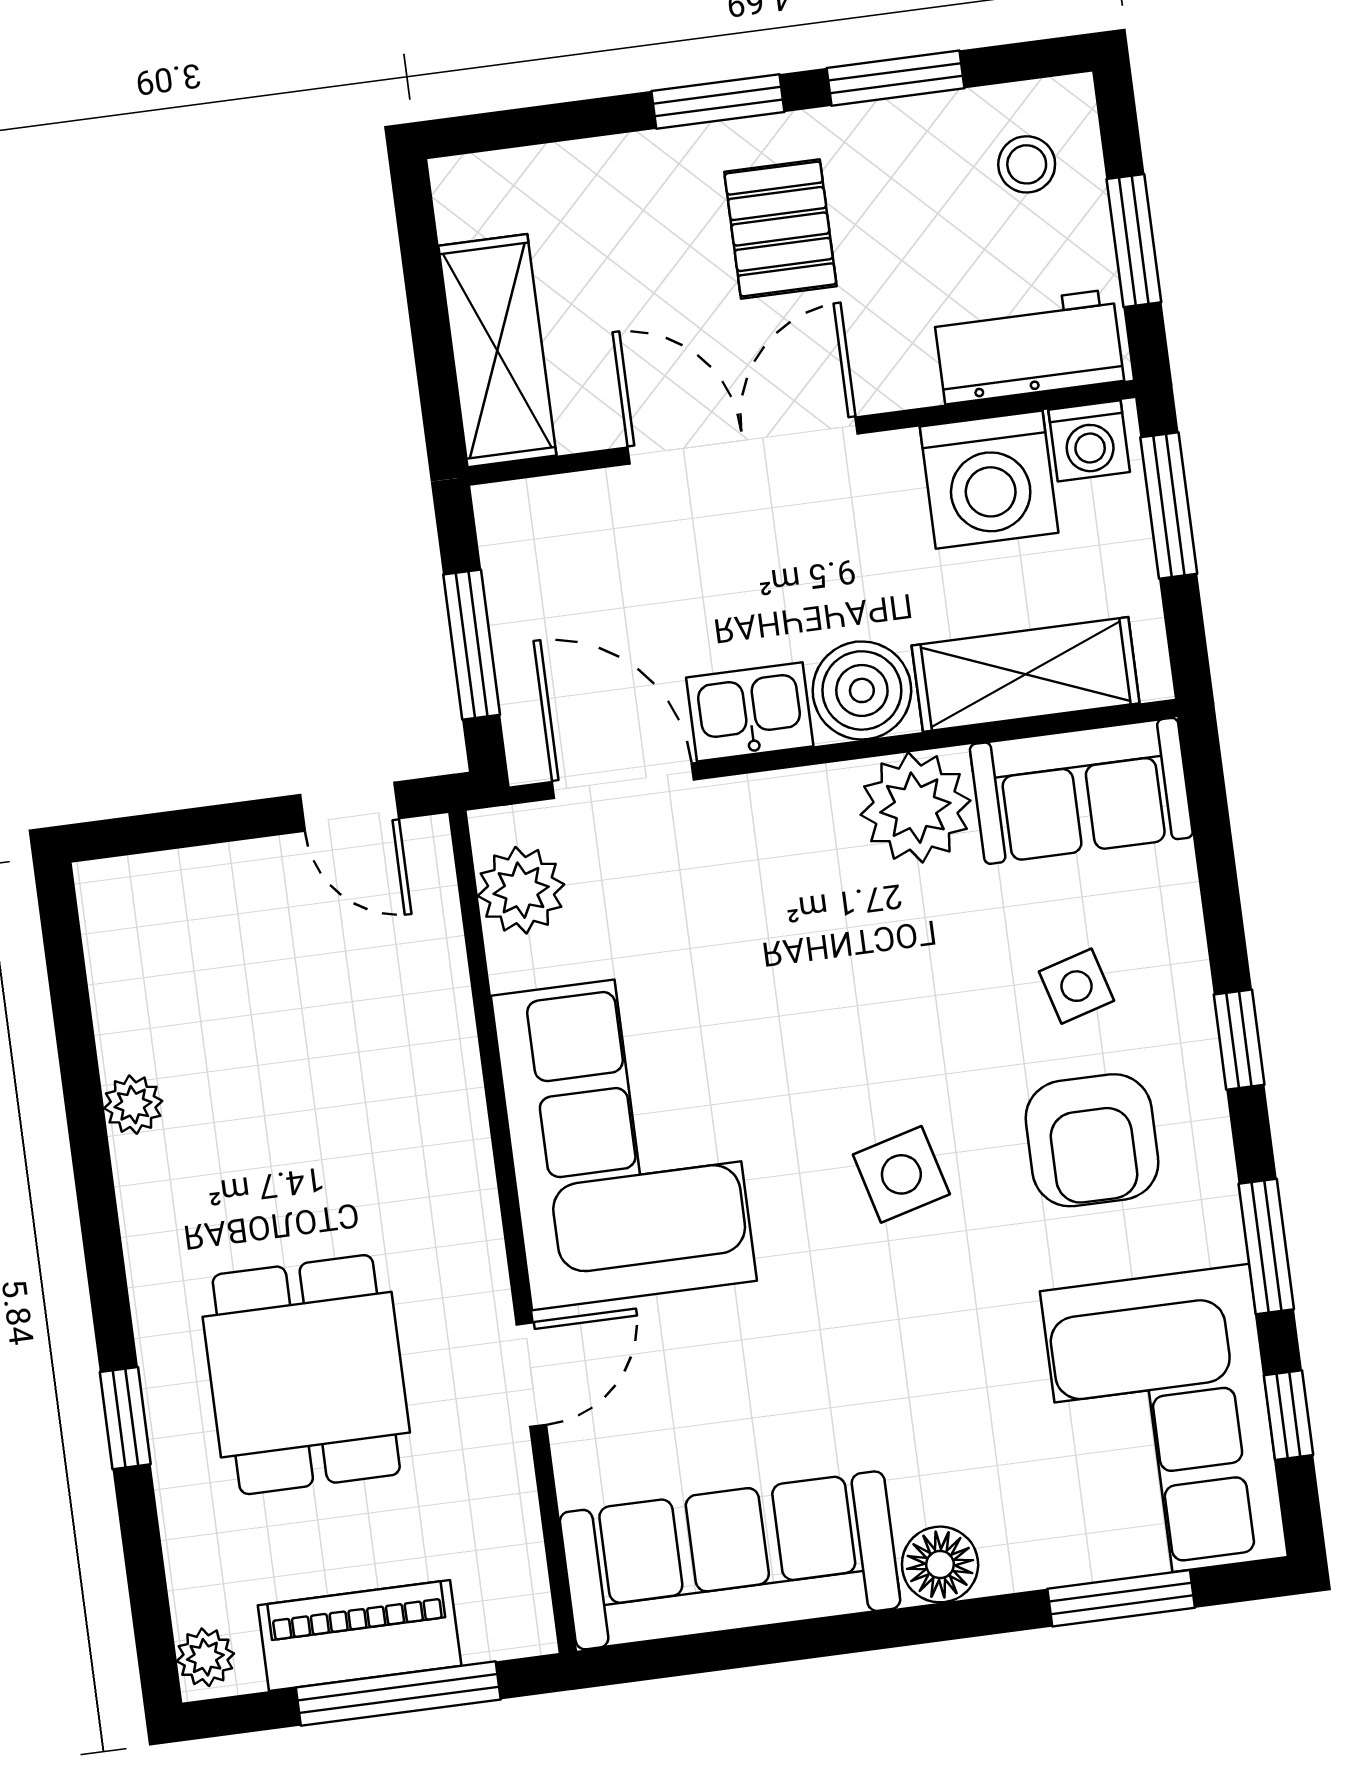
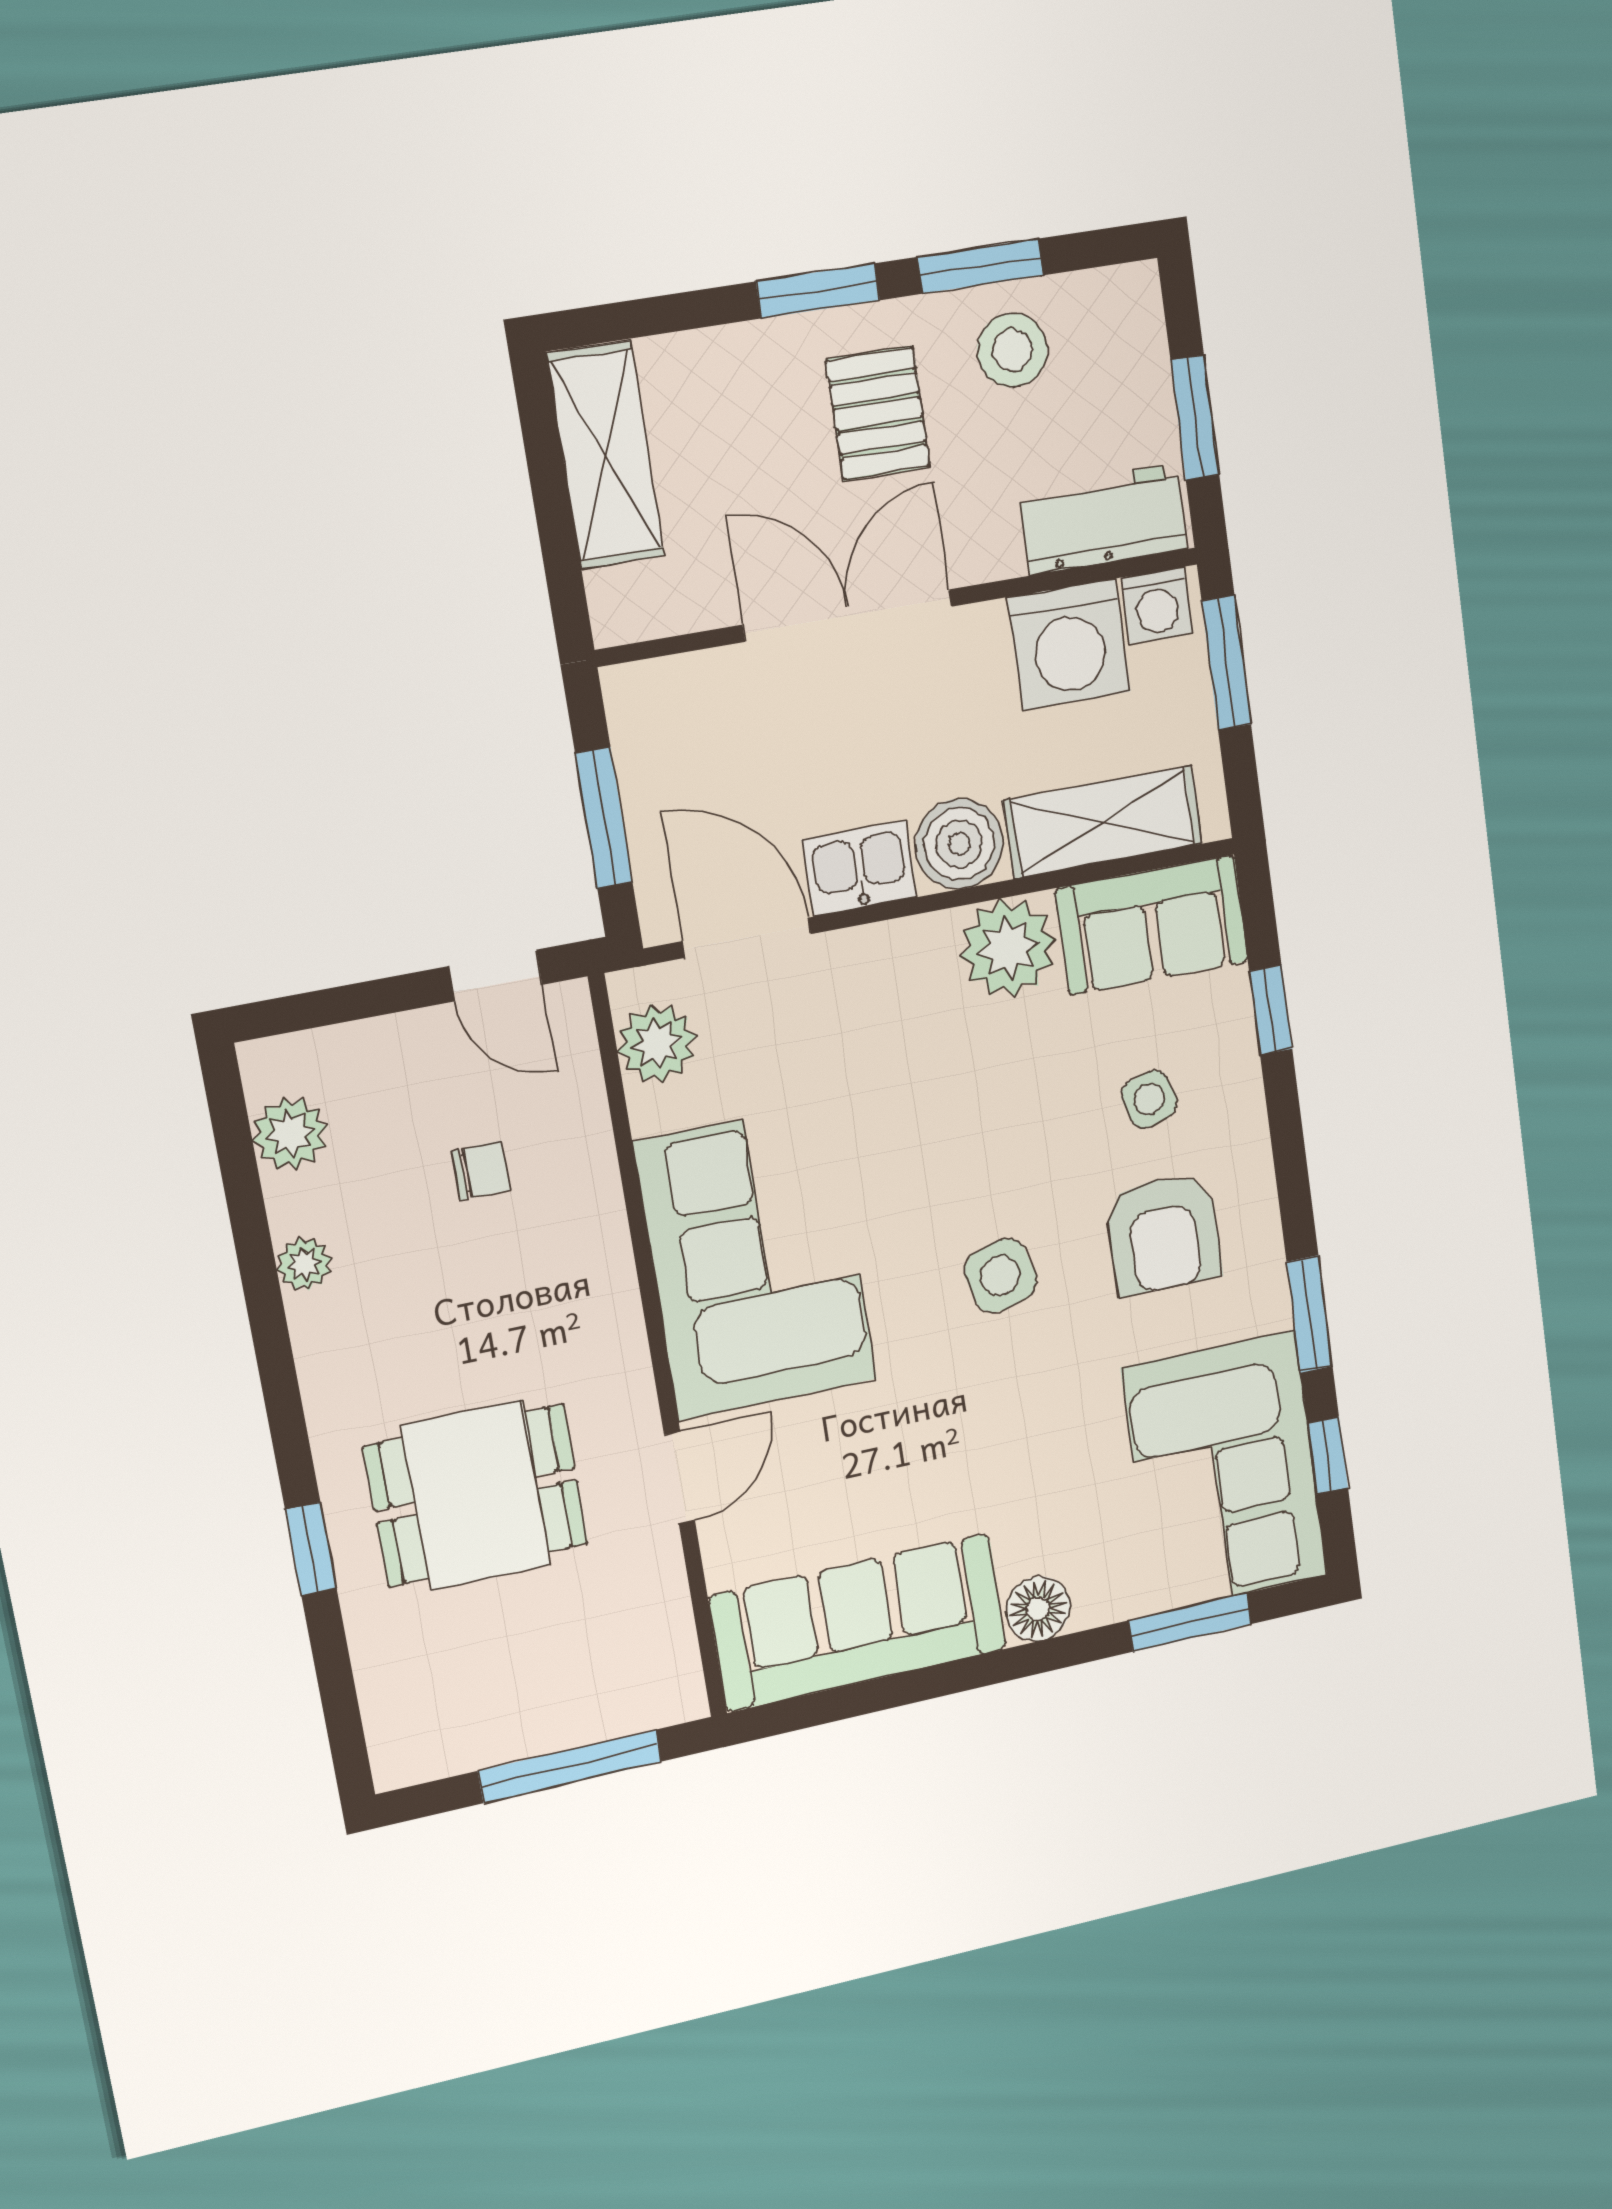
stool: (1027, 164) -> (1012, 350), moved, width x1.37, depth x1.37
shelving: (497, 351) -> (606, 455), moved
chair: (325, 1016) -> (481, 1171), added
window: (1239, 1040) -> (1271, 1010), moved
dining table: (306, 1375) -> (476, 1495), turned 90
piano: (360, 1636) -> (534, 1720), removed
plant: (205, 1657) -> (290, 1134), moved, width x1.38, depth x1.38

